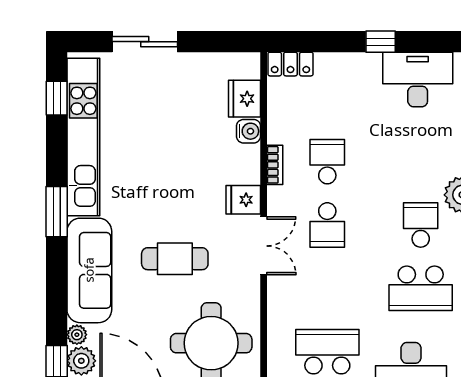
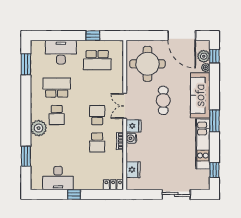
water cooler: (249, 131) -> (131, 138), moved
kitchen unit: (83, 137) -> (203, 144), width x0.73
cafe table: (175, 259) -> (163, 100), turned 90

